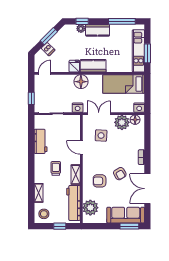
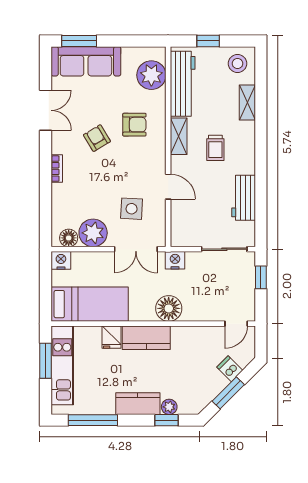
fridge: (74, 66) -> (111, 337), moved
double door: (147, 189) -> (46, 110), width x0.73

